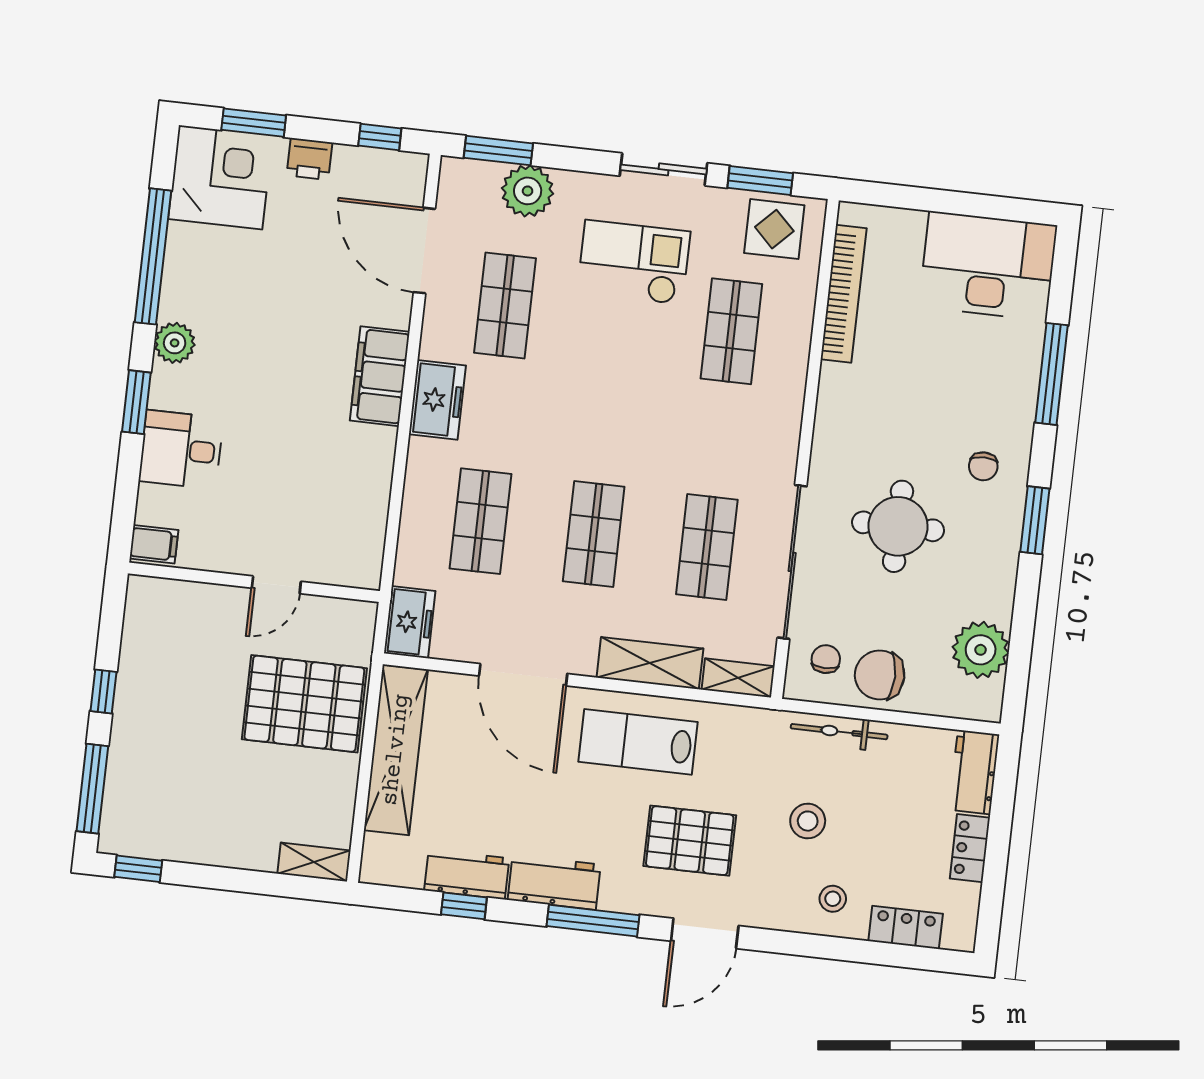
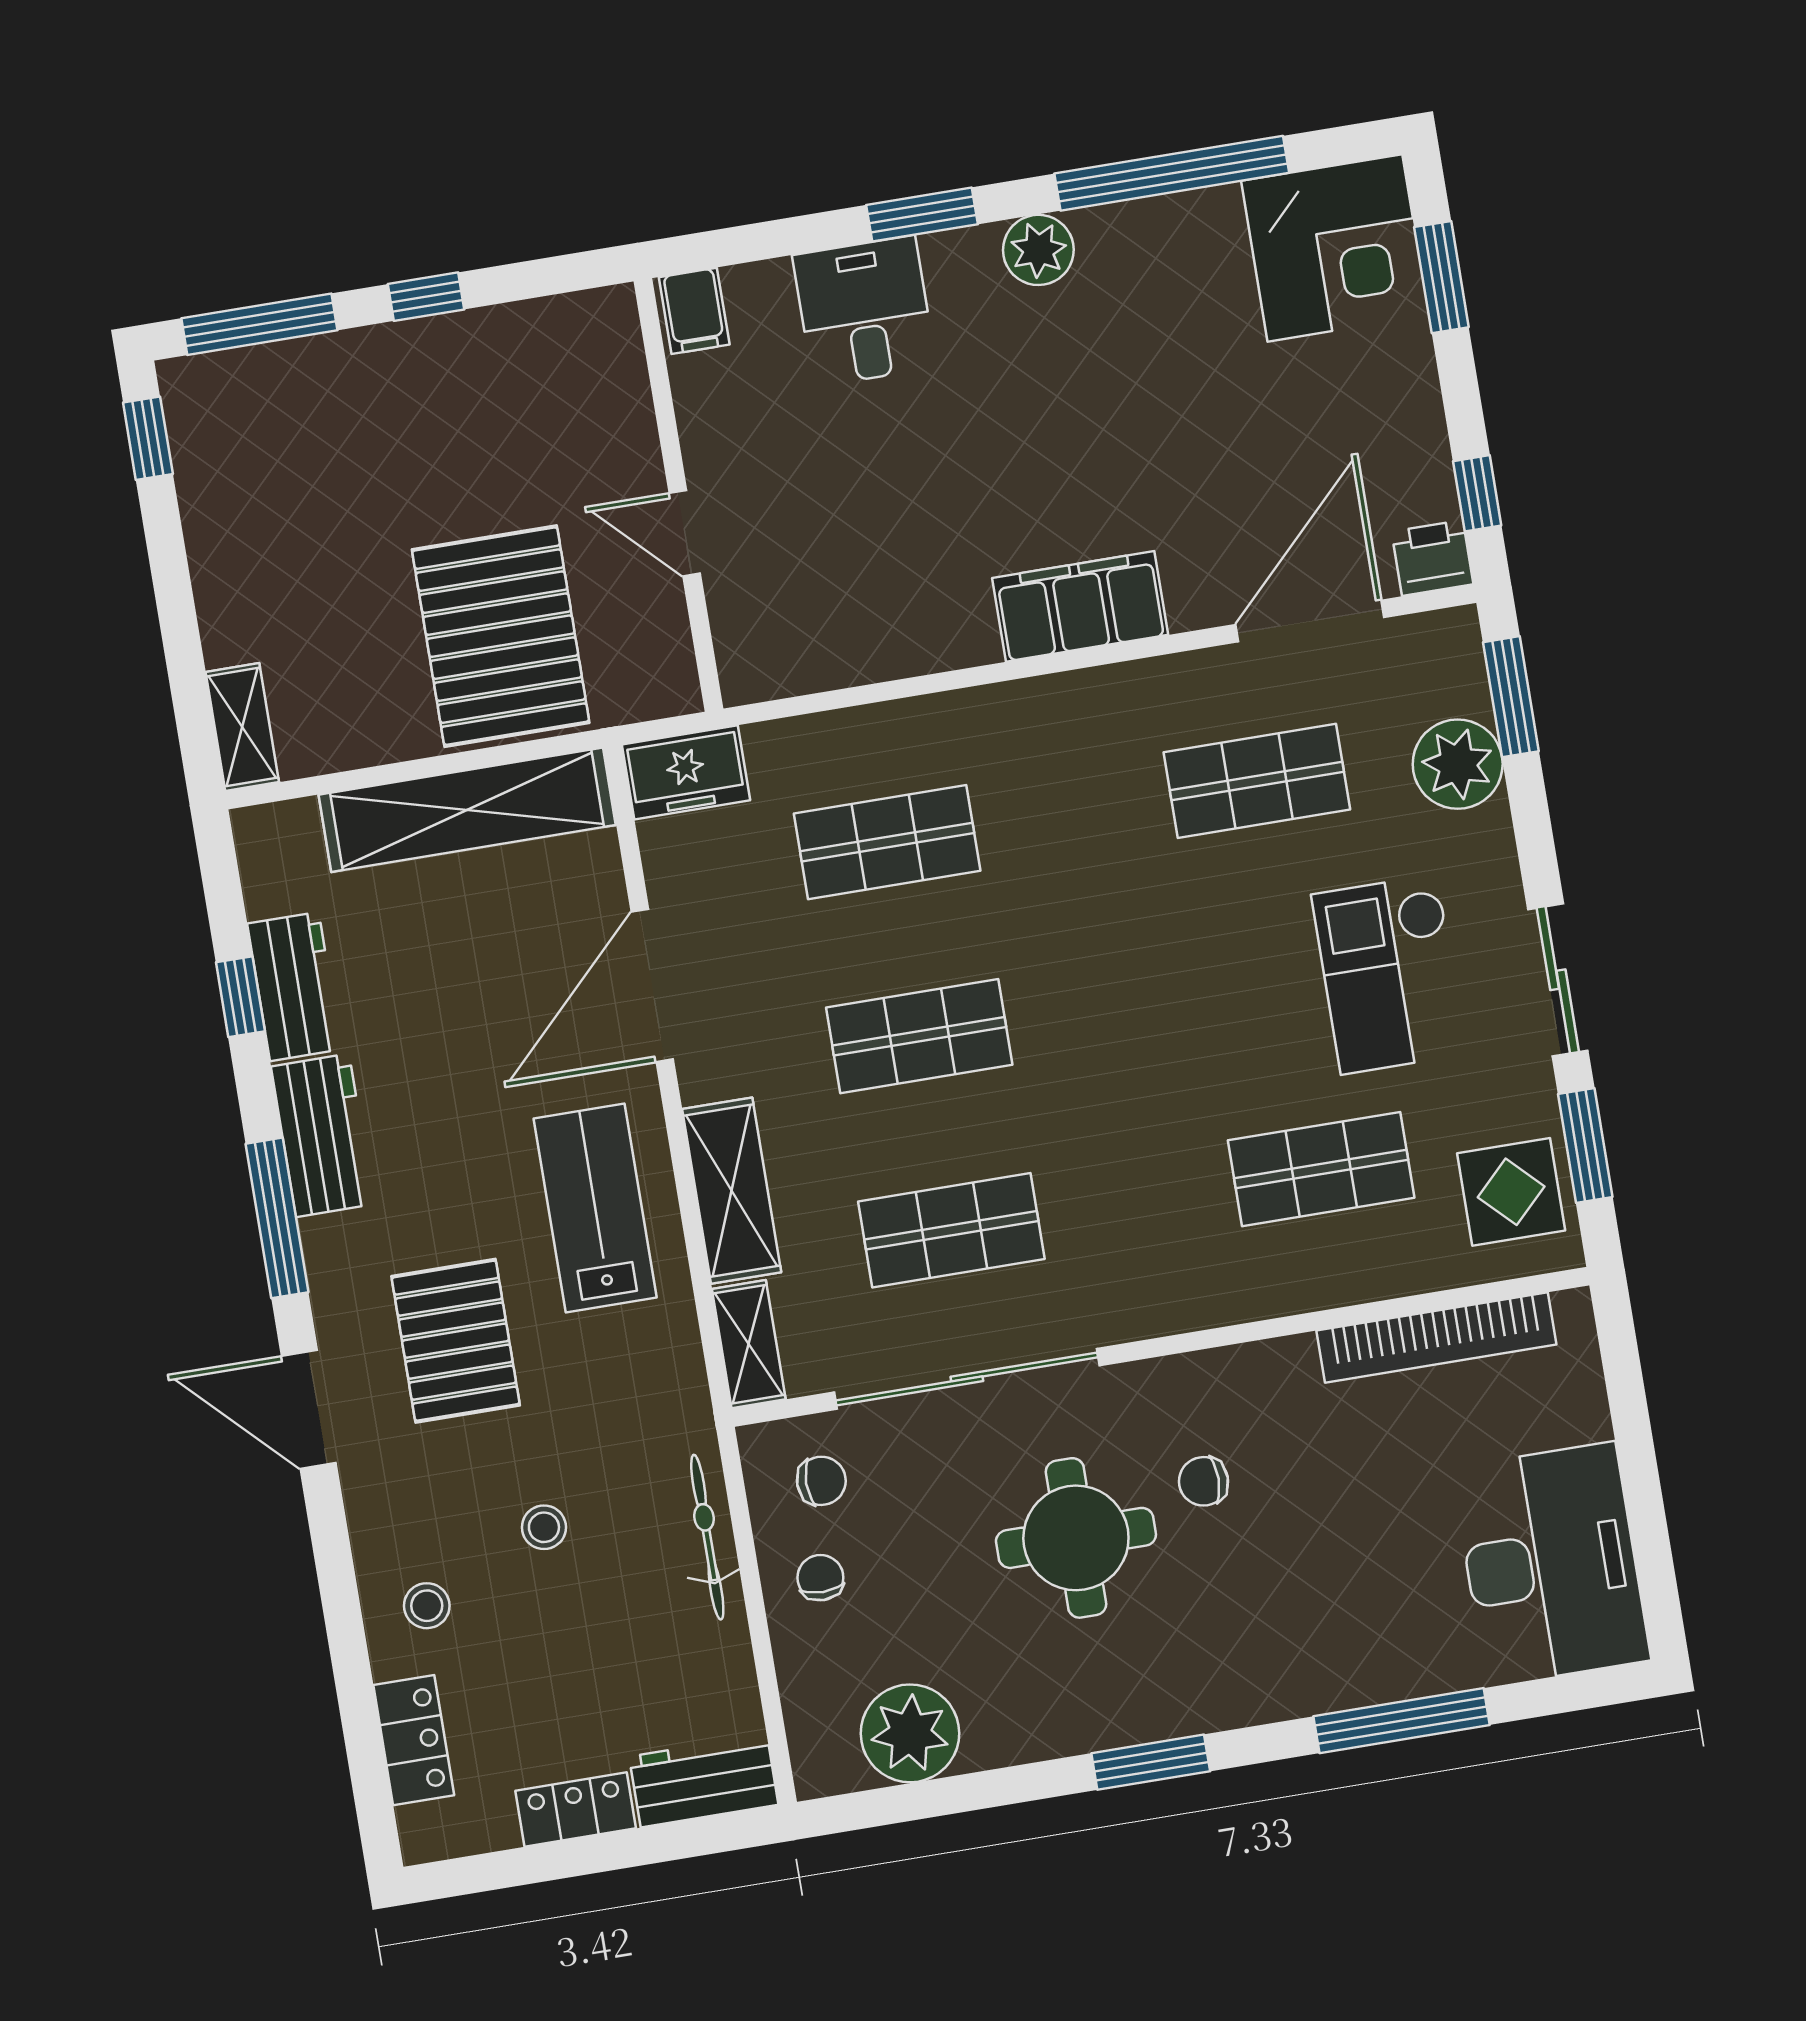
printer: (309, 159) -> (1432, 558), moved, turned 90
checkout: (634, 262) -> (1389, 974), turned 180
freezer: (437, 400) -> (1068, 713), removed
chair: (983, 466) -> (1204, 1481), moved
chair: (880, 675) -> (820, 1578), width x0.54, depth x0.54
stool: (808, 821) -> (544, 1527), width x0.73, depth x0.73

